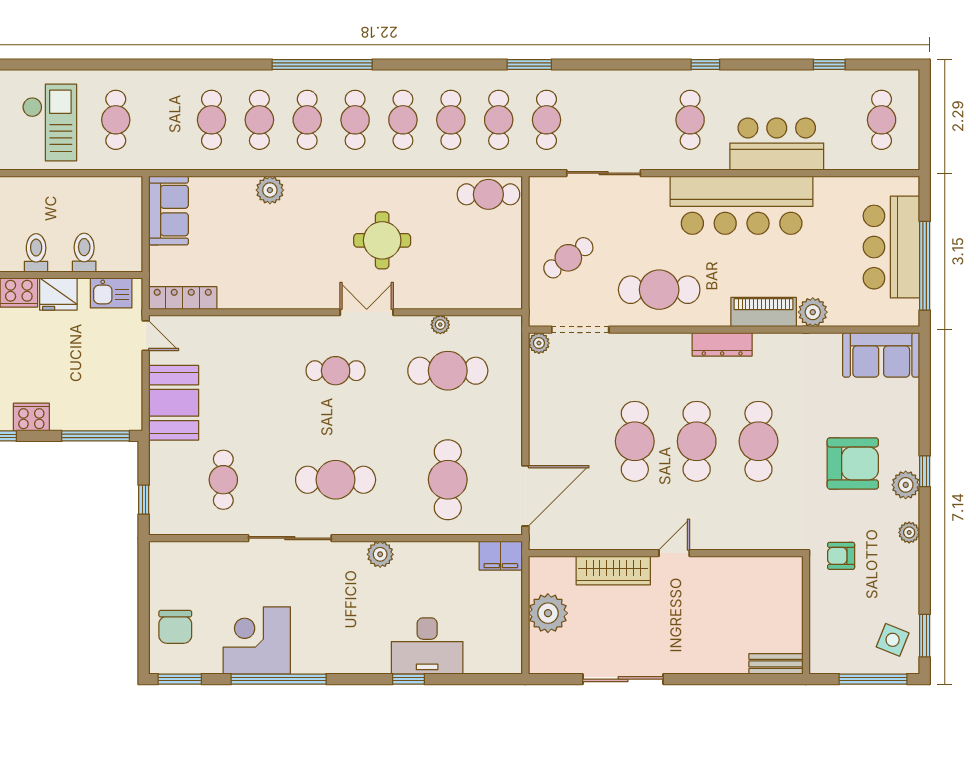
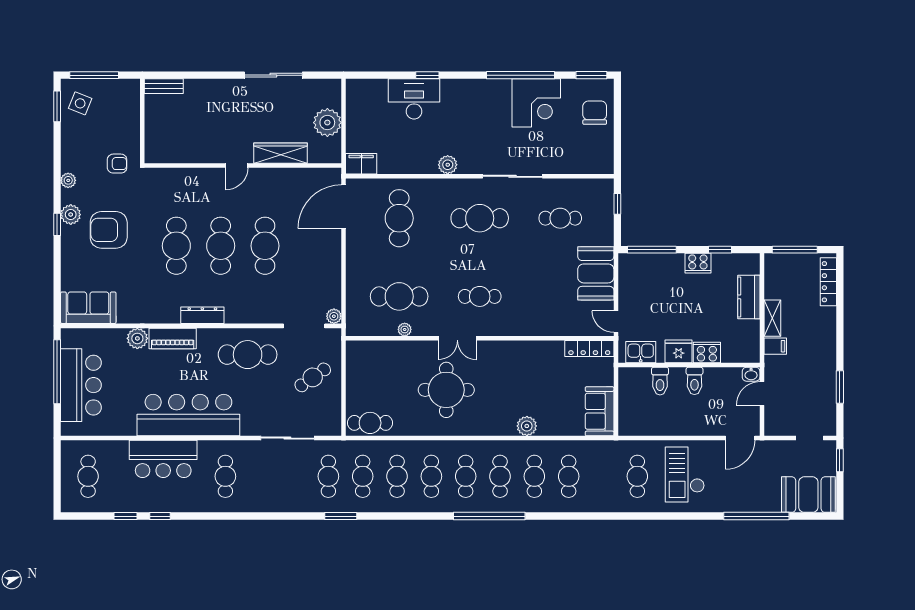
window: (705, 64) -> (160, 516), moved
round table: (382, 240) -> (446, 390), width x1.36, depth x1.36
cafe table: (223, 480) -> (560, 218), turned 90

